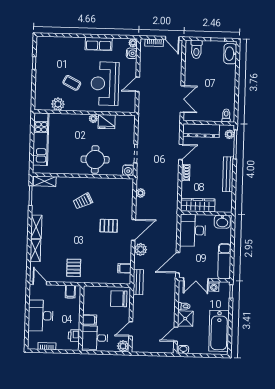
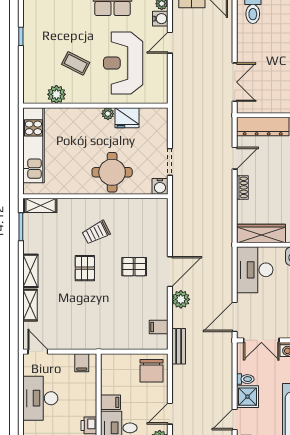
door: (138, 84) -> (170, 43), moved
plant: (140, 193) -> (178, 218), removed
pallet: (74, 268) -> (85, 268), moved
chair: (119, 299) -> (151, 371), turned -90

